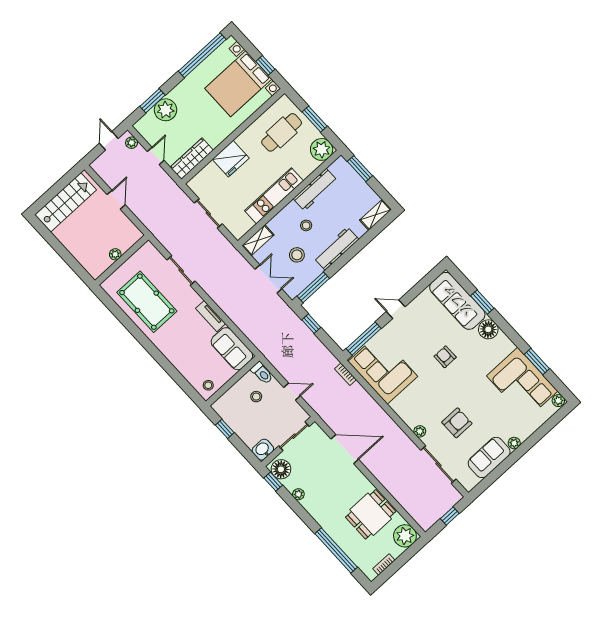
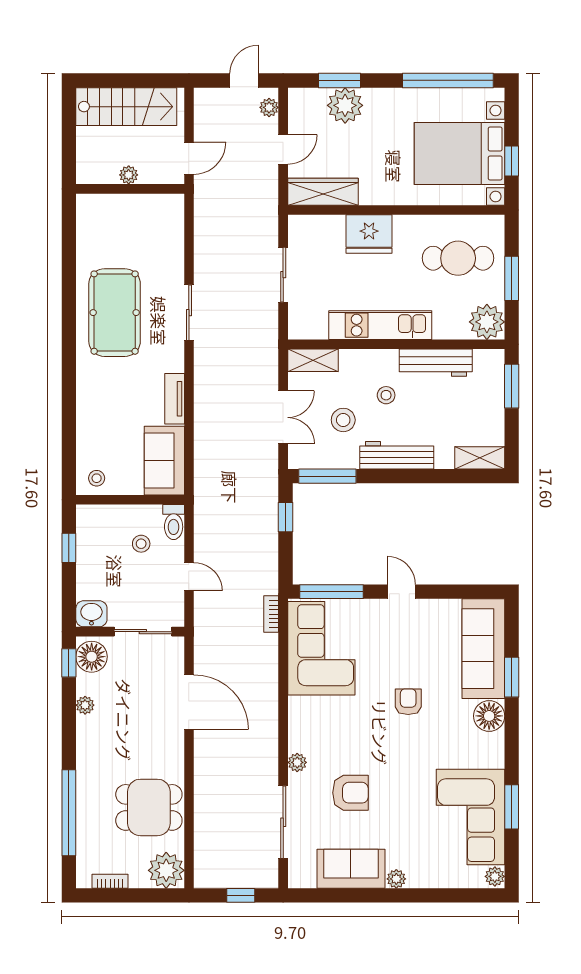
plant: (115, 254) -> (129, 175), moved
wall: (122, 260) -> (130, 189), moved

